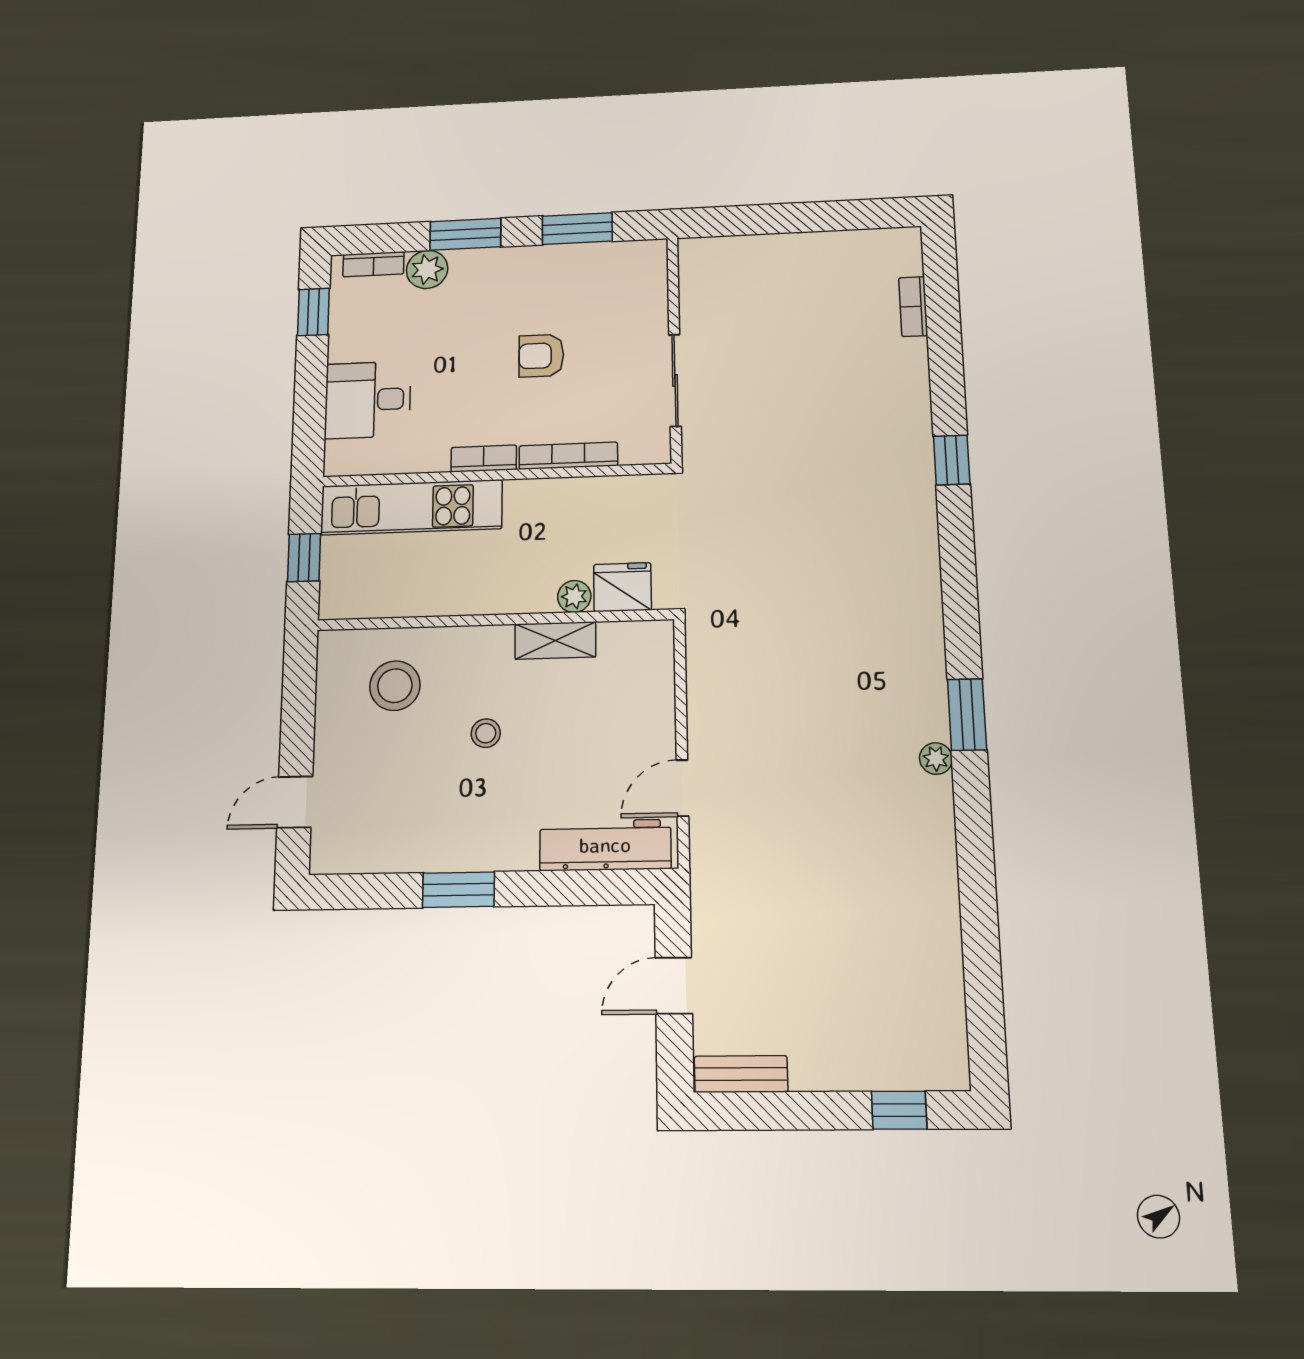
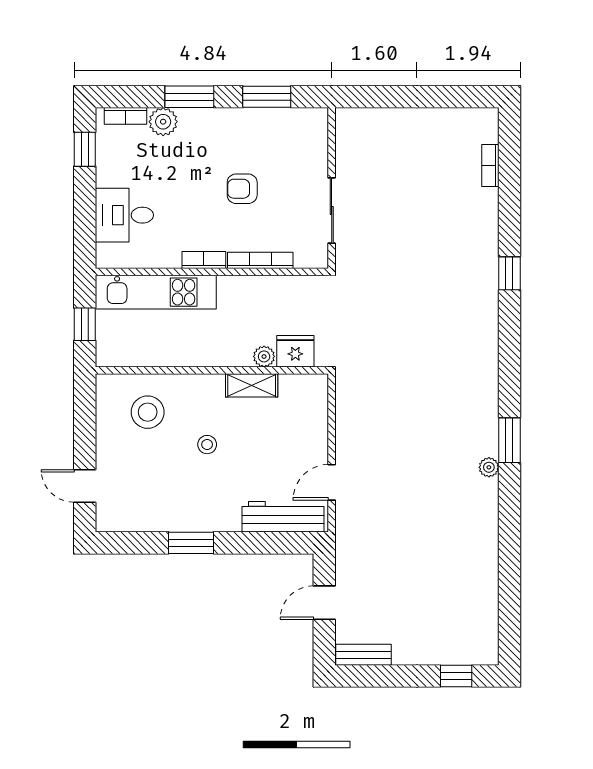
door: (295, 802) -> (85, 486), hinge flipped

